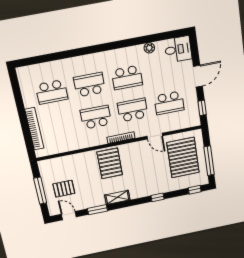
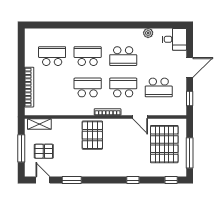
school desk: (52, 92) -> (52, 56), turned 180
shelving: (117, 197) -> (39, 124), moved

